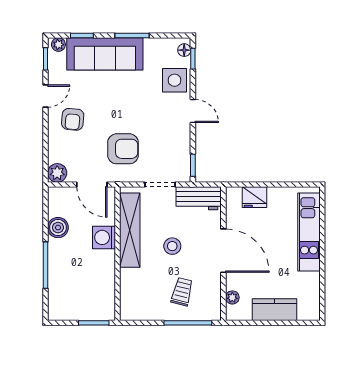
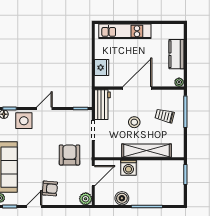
door: (46, 96) -> (34, 207), hinge flipped
shelving: (130, 230) -> (147, 151), moved
plant: (232, 297) -> (179, 82), moved

